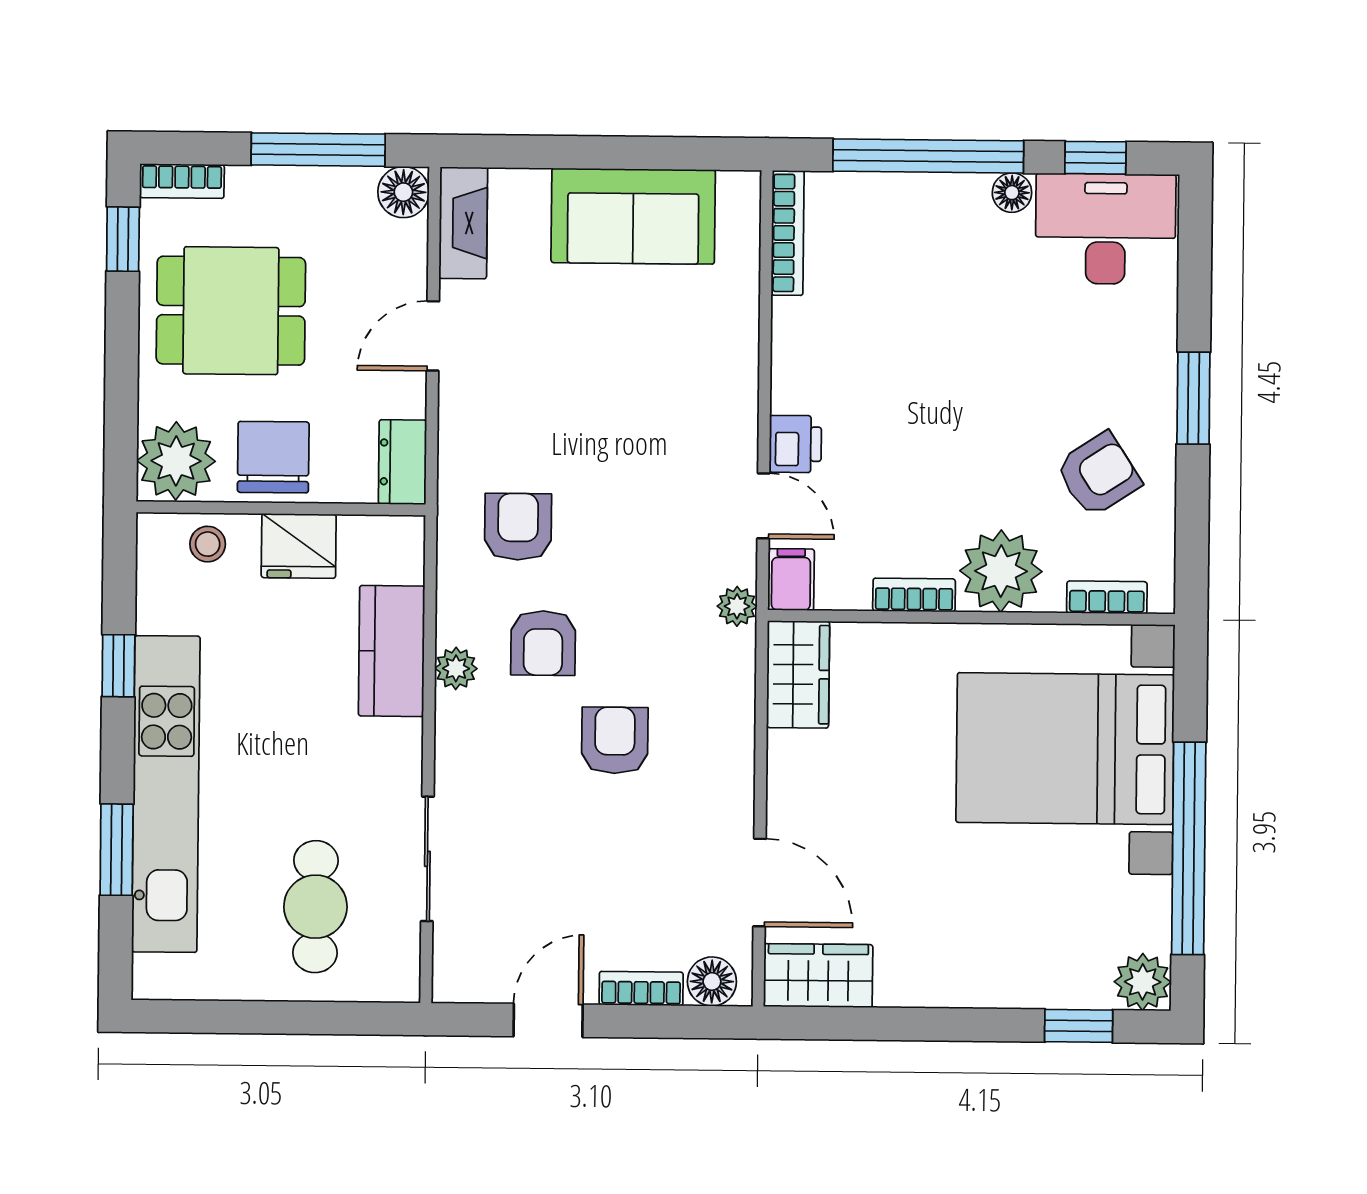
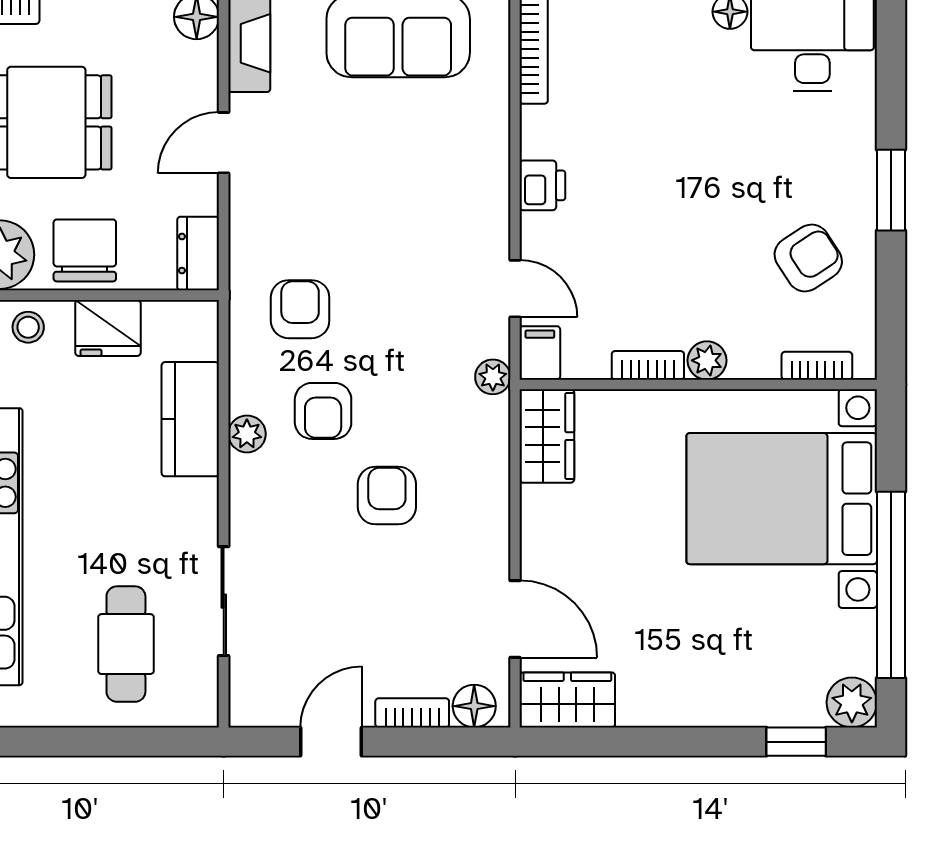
printer: (795, 444) -> (542, 185), moved
plant: (1001, 571) -> (707, 360), width x0.53, depth x0.53

